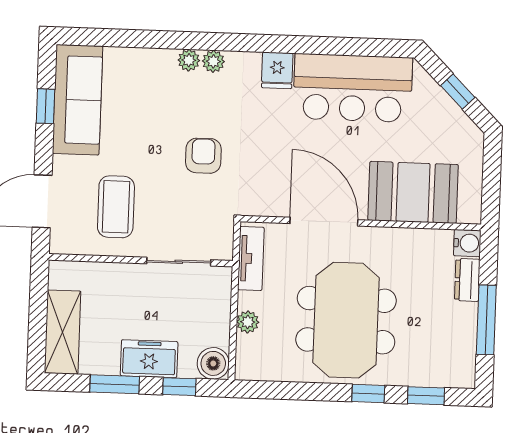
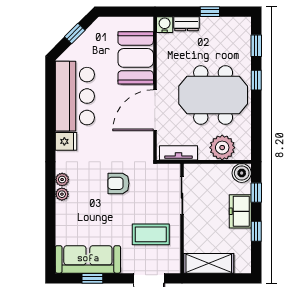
window: (486, 320) -> (210, 12), width x0.46
plant: (248, 322) -> (222, 148), width x1.87, depth x1.87
shelving: (63, 332) -> (209, 263), moved
window: (115, 384) -> (256, 231), width x0.67

